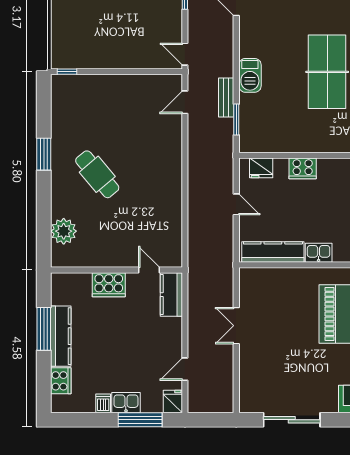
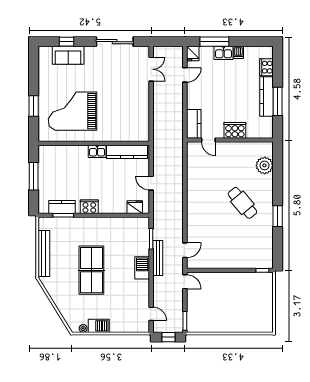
bench: (226, 97) -> (158, 258), width x1.36
cooker: (303, 168) -> (89, 207), moved
double door: (236, 326) -> (151, 69), moved

